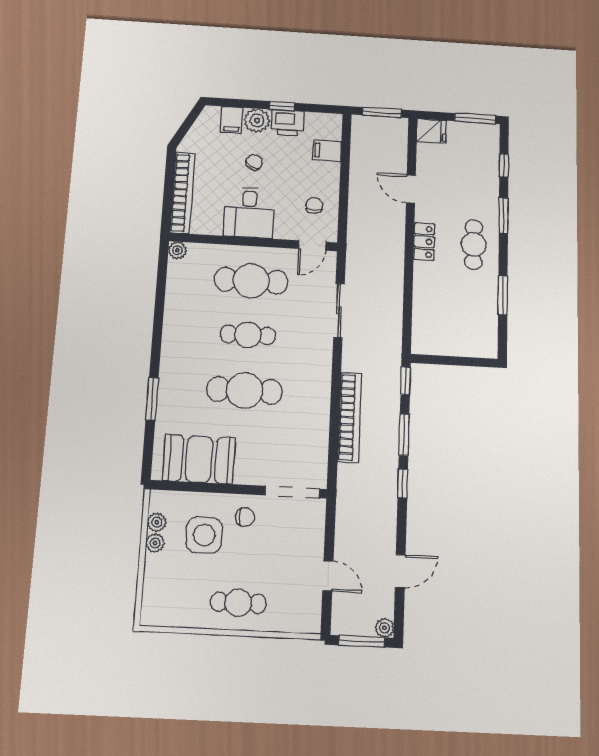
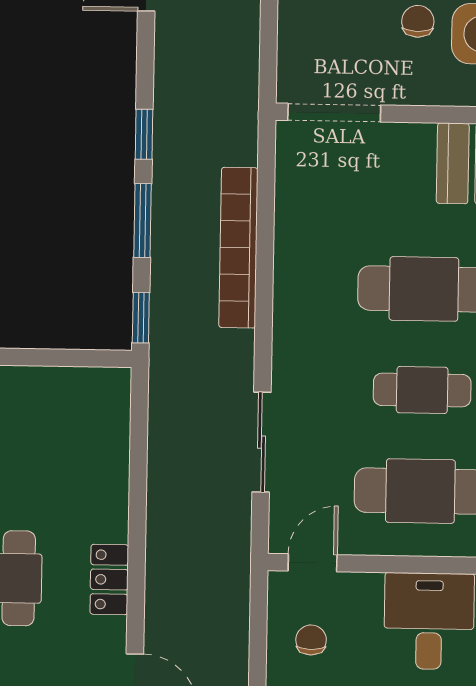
chair: (314, 206) -> (311, 640), turned 180
chair: (245, 517) -> (418, 21), moved, turned 90

